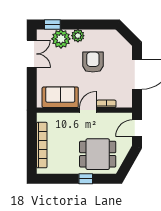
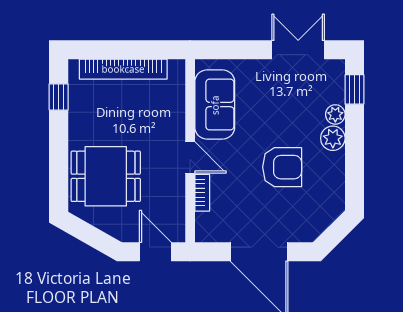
plant: (61, 39) -> (335, 114), width x0.53, depth x0.53
double door: (32, 54) -> (298, 50), swing flipped
dining table: (98, 154) -> (106, 176), turned 90
window: (86, 179) -> (59, 97), moved

